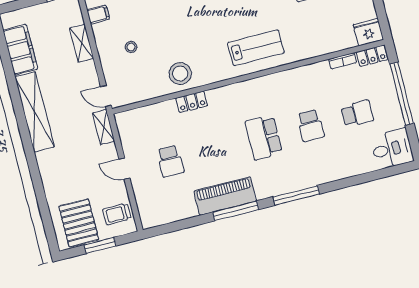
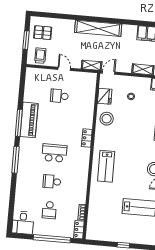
fridge: (368, 32) -> (105, 96), moved
locker: (192, 102) -> (87, 138), moved
shelving: (35, 112) -> (98, 28), moved
door: (124, 169) -> (64, 69), hinge flipped
pallet: (79, 223) -> (43, 33), width x0.67, depth x0.71

